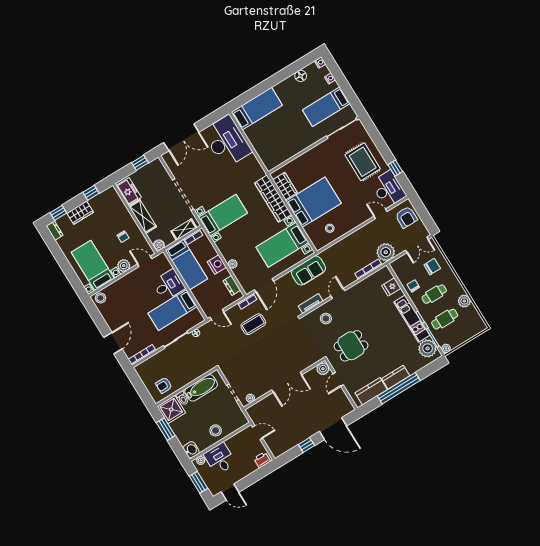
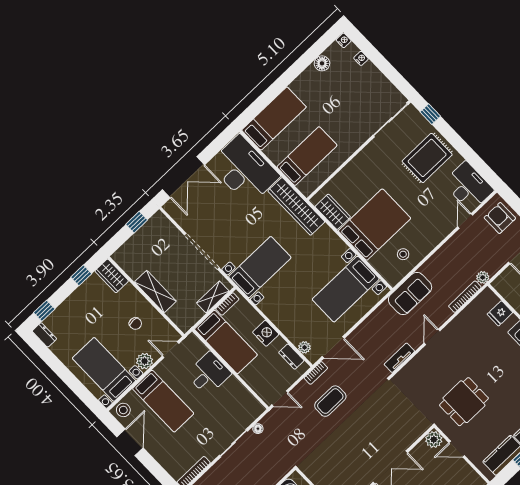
bed: (326, 107) -> (307, 156), moved, turned 180
rug: (363, 162) -> (427, 158), turned 90
window: (395, 168) -> (430, 114), moved
freezer: (129, 191) -> (130, 263), removed
wardrobe: (273, 199) -> (296, 206), moved
wardrobe: (80, 213) -> (112, 276), moved, turned 90
door: (380, 214) -> (465, 221), hinge flipped
armchair: (406, 217) -> (500, 218), turned 180
boiler: (159, 245) -> (185, 324), removed
plant: (386, 252) -> (483, 277), width x0.53, depth x0.53
plant: (233, 264) -> (304, 347), moved
sofa: (309, 271) -> (410, 294), moved
door: (264, 285) -> (333, 347), hinge flipped
bed: (173, 310) -> (163, 401), moved, turned -90
stool: (326, 319) -> (423, 373), removed
door: (113, 343) -> (130, 442), moved
door: (338, 379) -> (457, 449), hinge flipped

